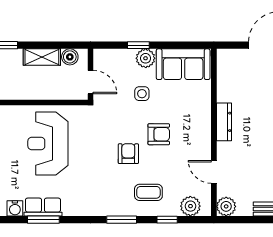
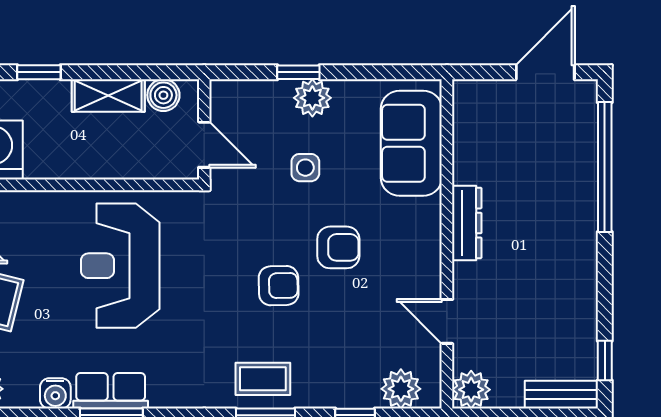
sofa: (183, 64) -> (411, 143), moved, turned 90
armchair: (128, 154) -> (279, 286), turned 89
coffee table: (148, 192) -> (263, 379), moved

